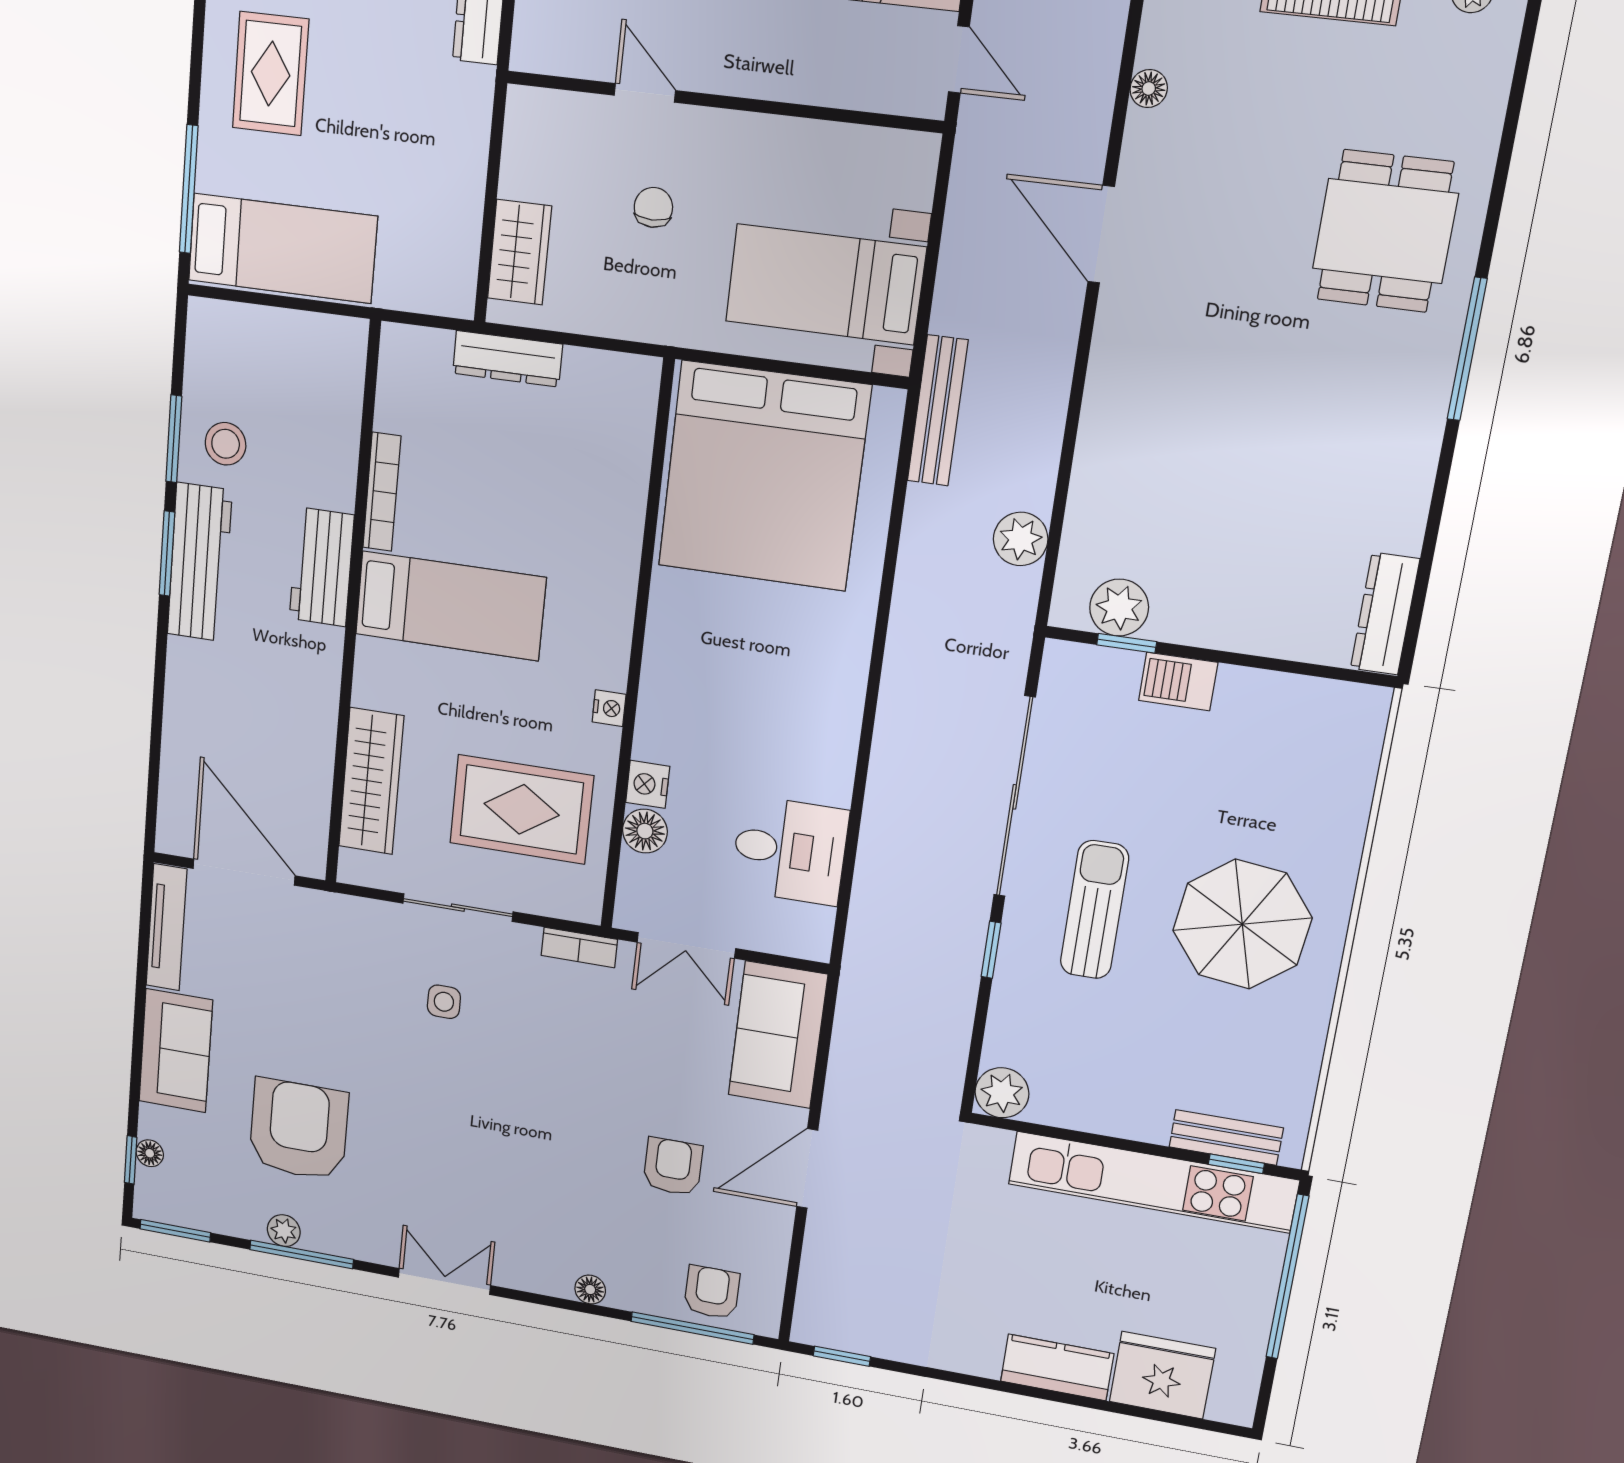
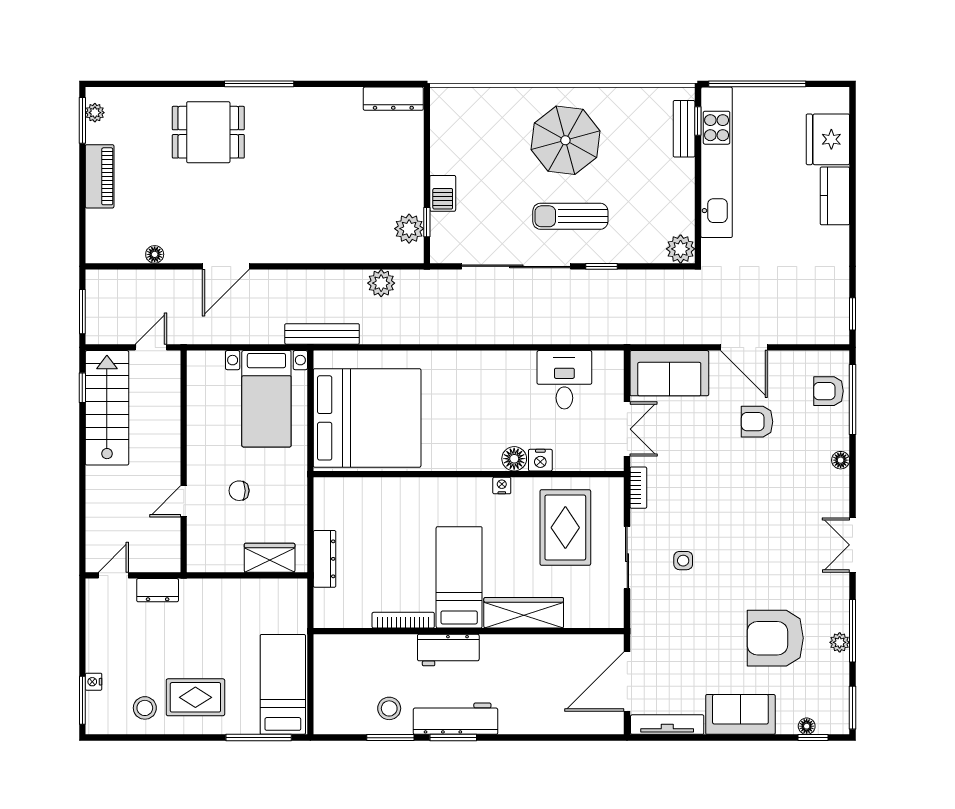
wardrobe: (371, 781) -> (524, 613), moved
floor lamp: (645, 831) -> (514, 459), moved

